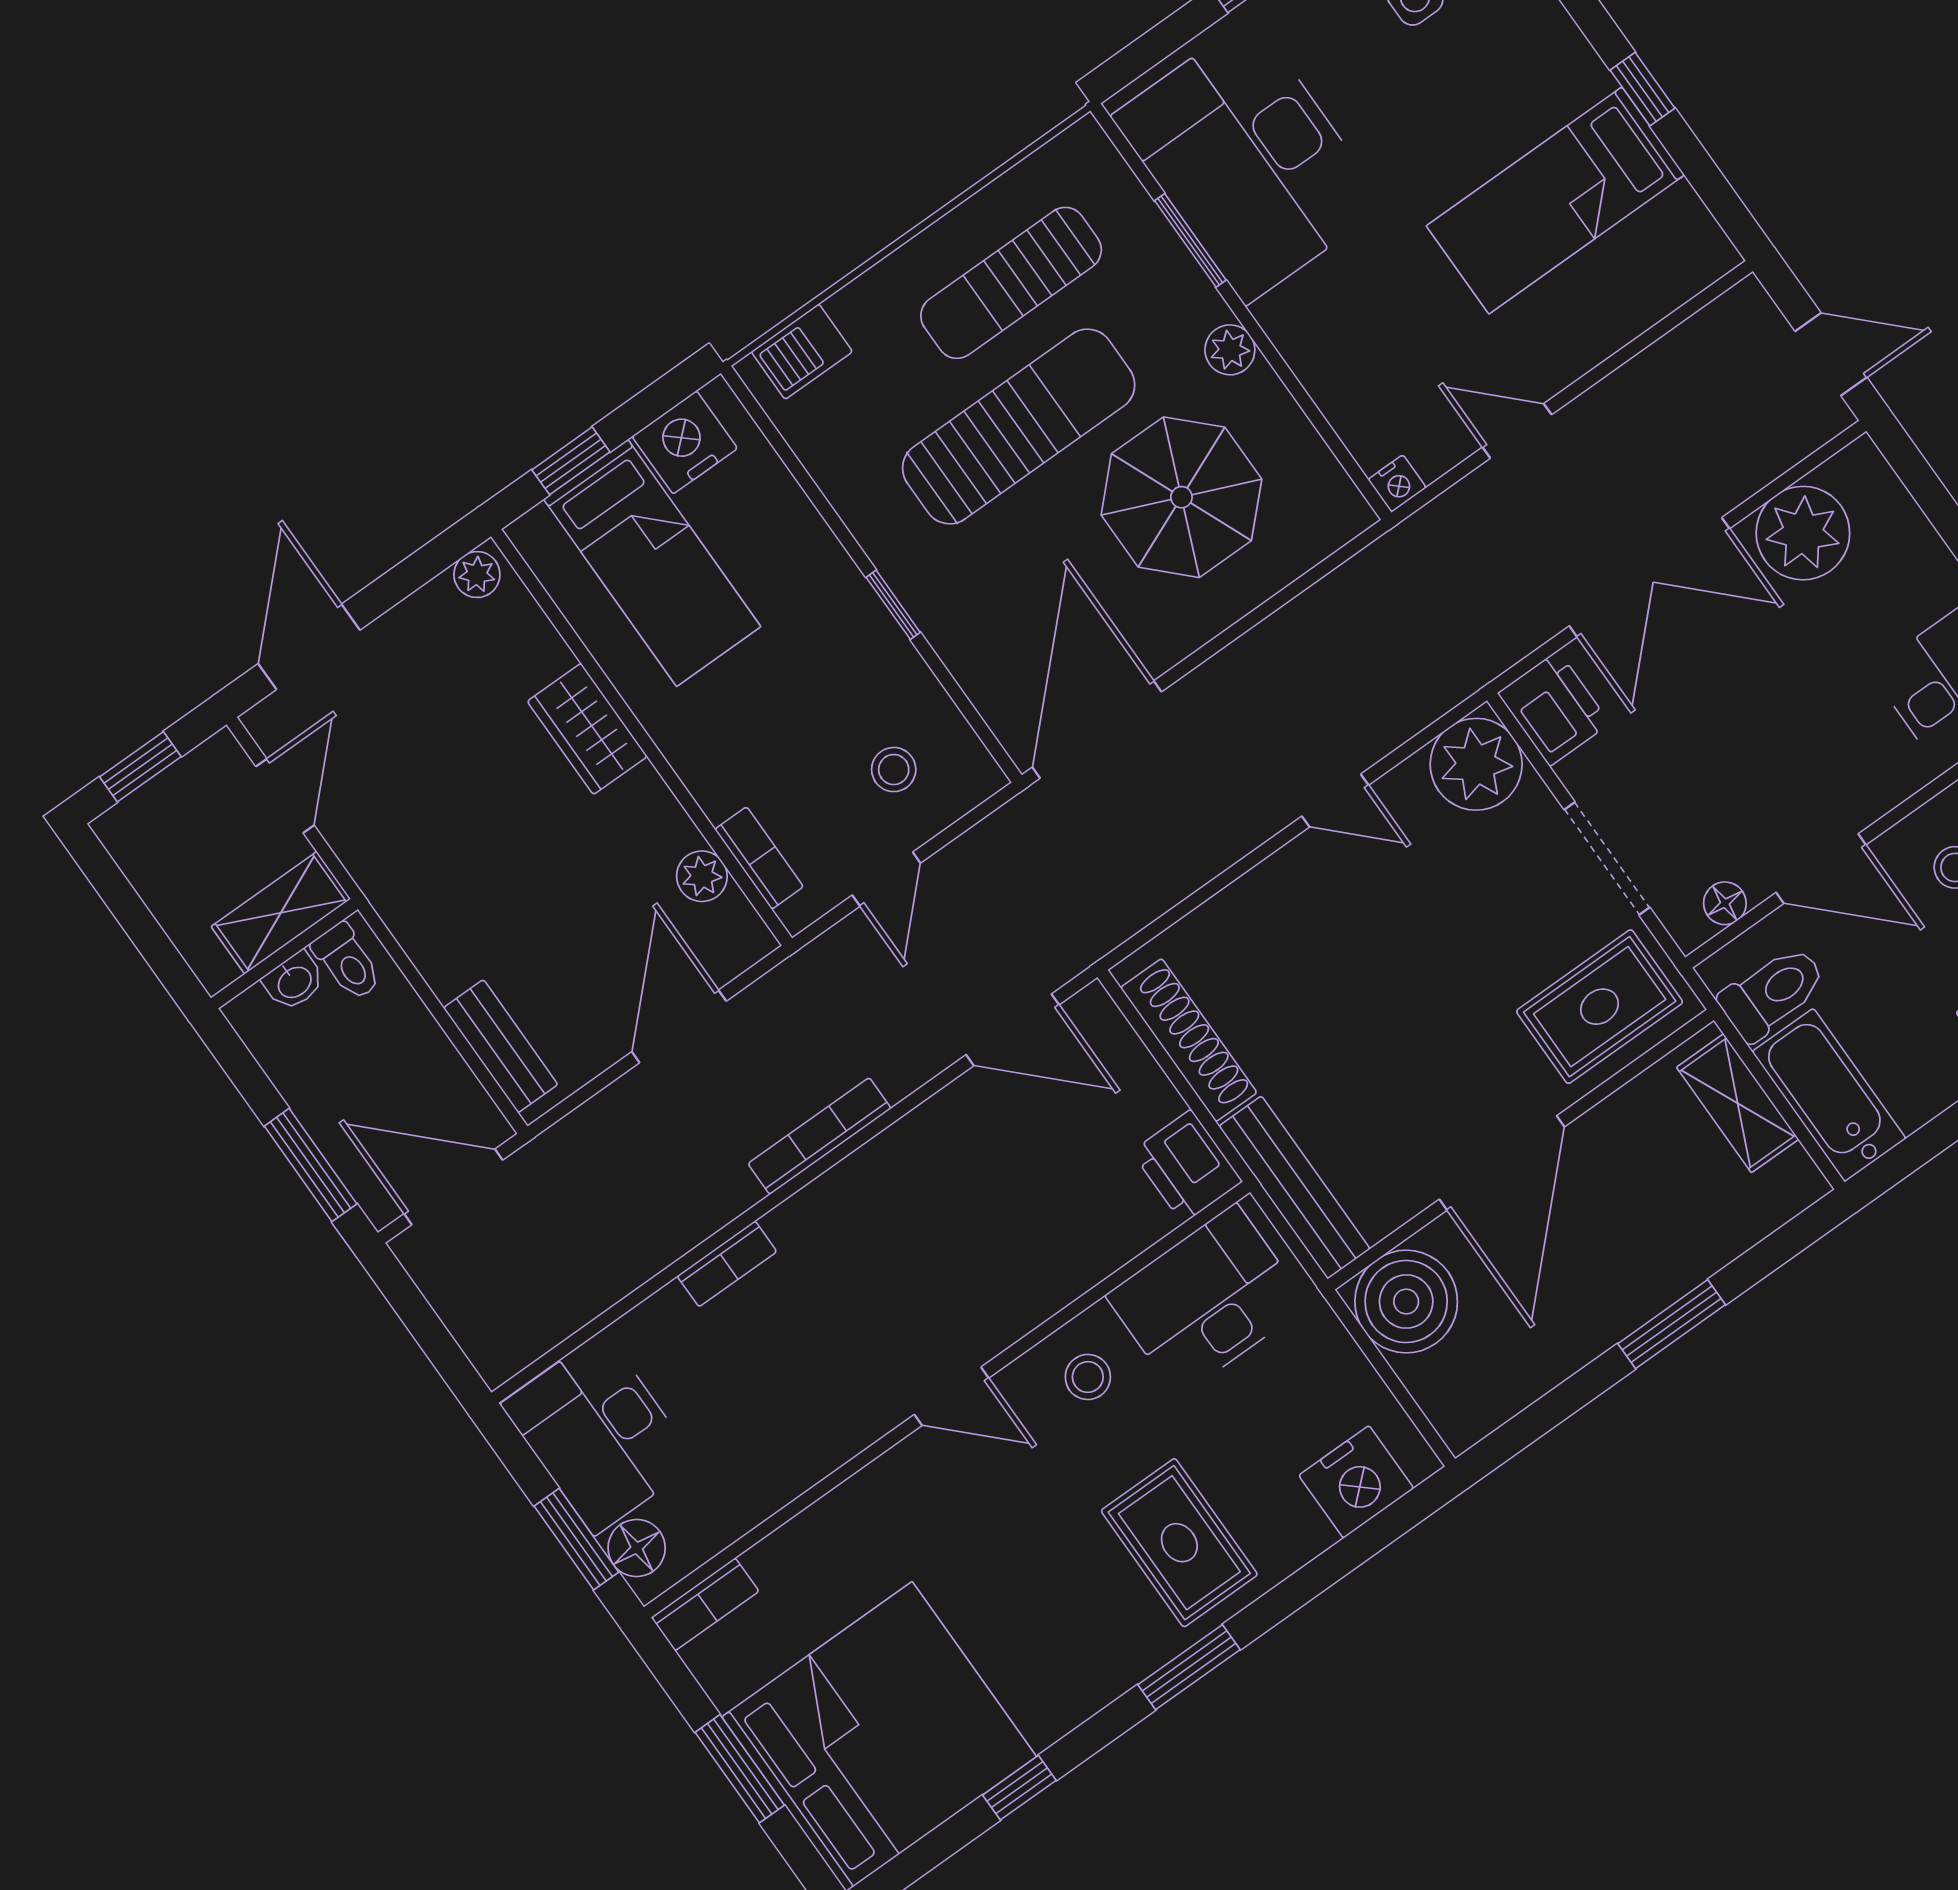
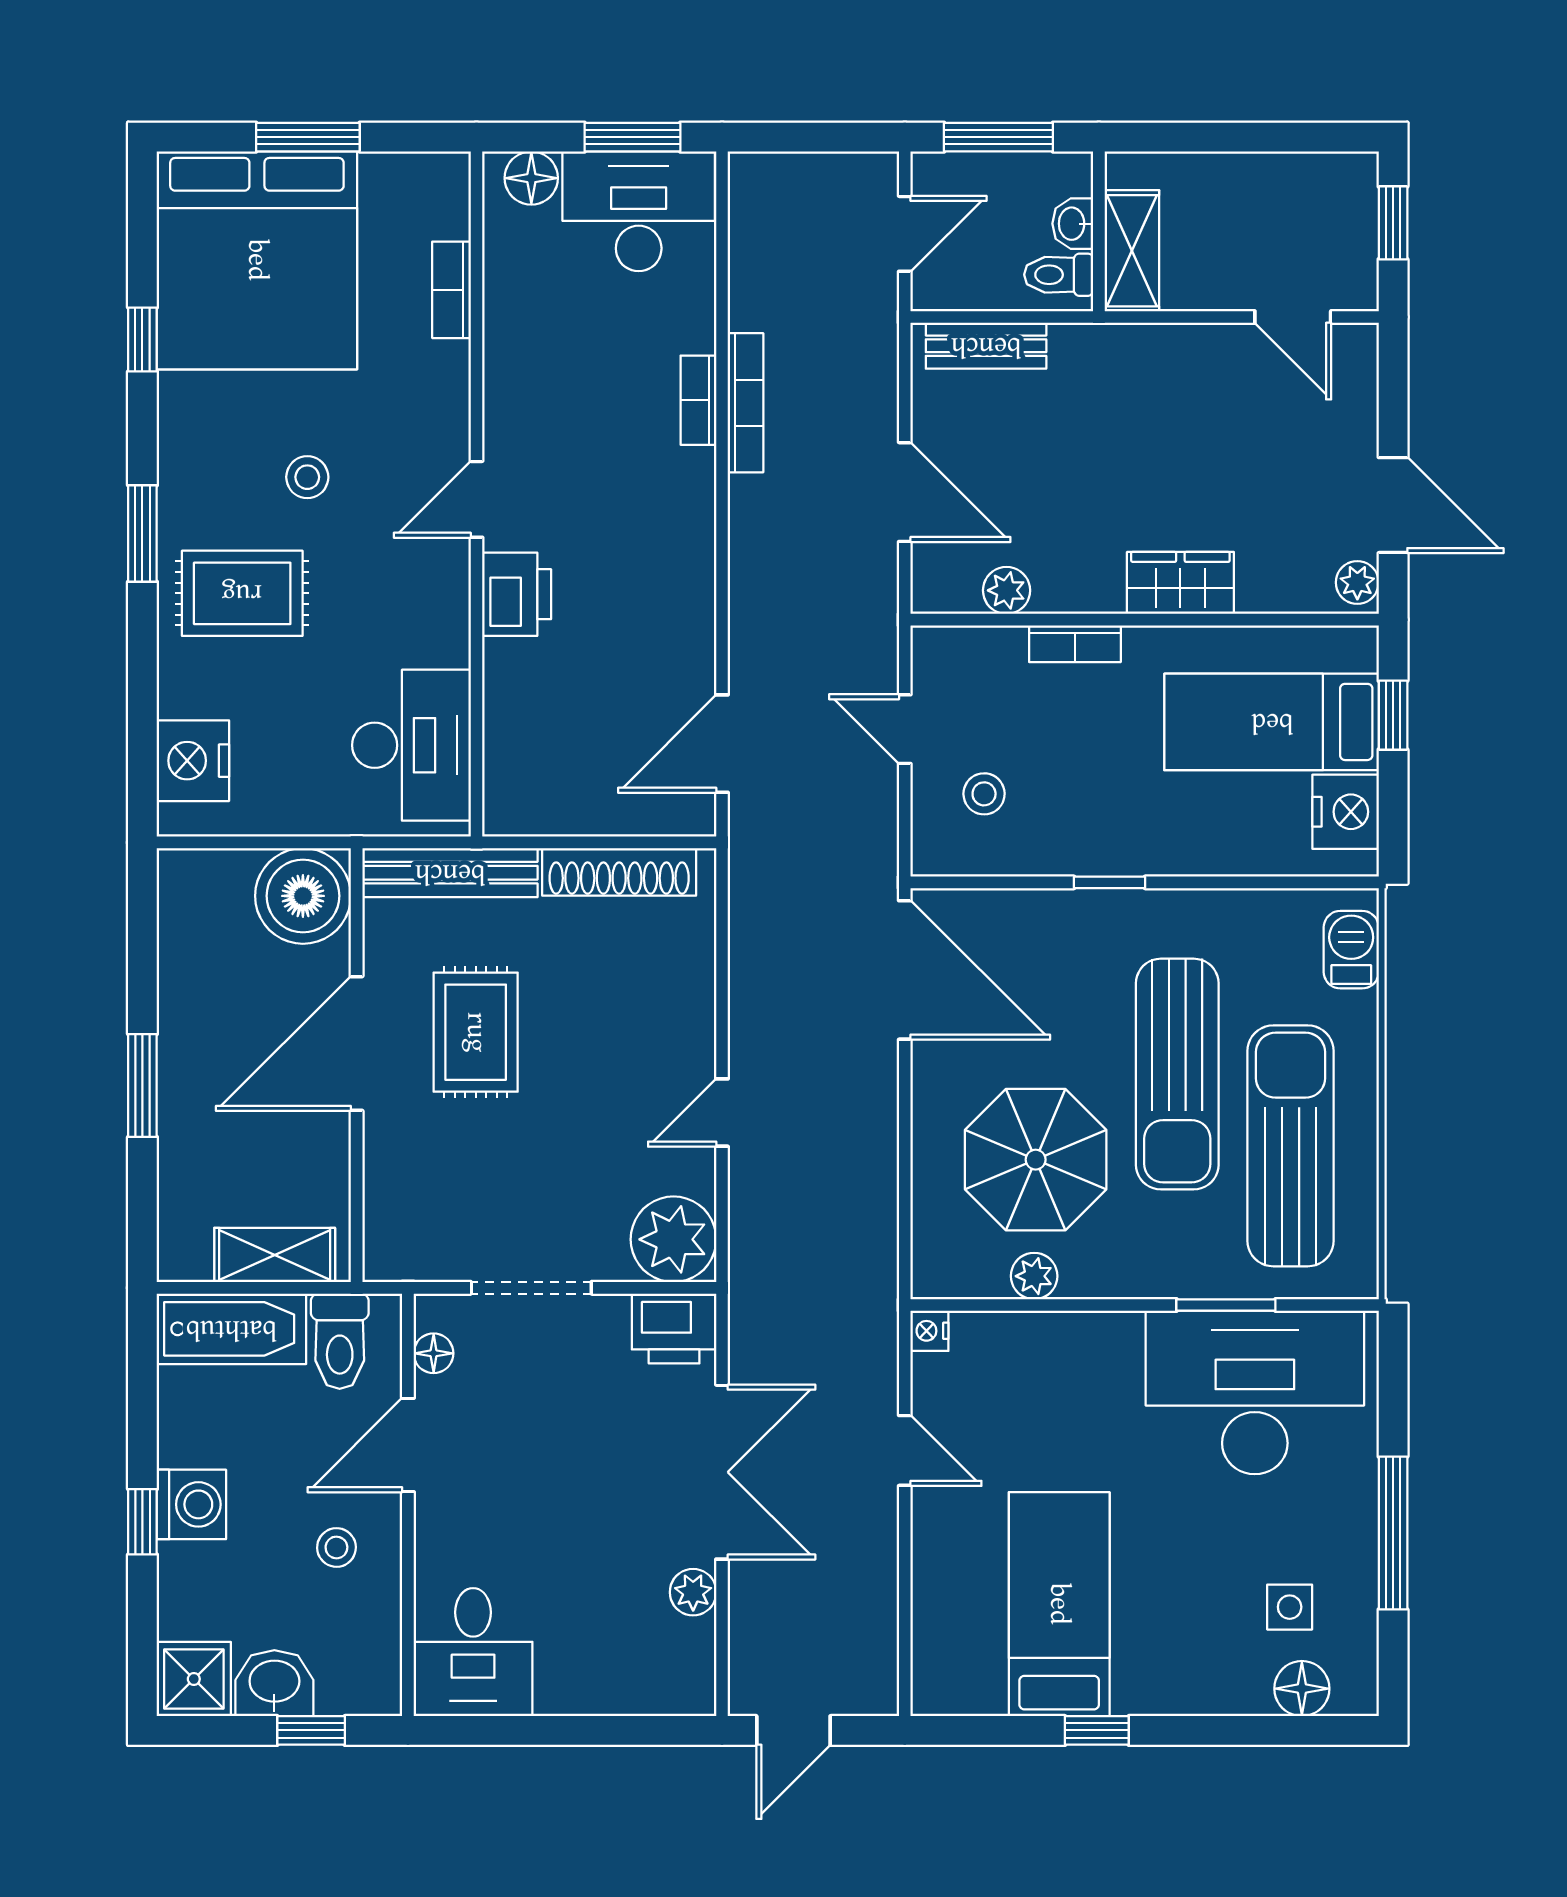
sun lounger: (1011, 283) -> (1291, 1146), width x1.36, depth x1.34
plant: (1230, 350) -> (1034, 1276), moved
door: (1517, 431) -> (905, 1450), hinge flipped
plant: (1803, 533) -> (693, 1592), width x0.53, depth x0.53
double door: (1649, 577) -> (722, 1472), swing flipped
door: (309, 647) -> (1393, 505), moved
bookcase: (759, 858) -> (1075, 644), moved
shelving: (281, 913) -> (1132, 251), moved
wall: (284, 954) -> (1099, 231), moved
toilet: (347, 962) -> (1059, 275), moved
washbasin: (294, 981) -> (1073, 224), moved
rug: (1600, 1007) -> (476, 1032), moved
bookcase: (820, 1136) -> (746, 403), moved
door: (1502, 1163) -> (357, 1044), hinge flipped
printer: (1187, 1167) -> (517, 594), moved, turned 90
door: (453, 1187) -> (905, 234), width x0.73
stool: (1088, 1377) -> (307, 477), moved
window: (576, 1539) -> (632, 137), moved
bookcase: (705, 1604) -> (451, 290), moved

